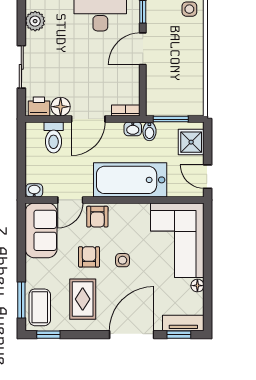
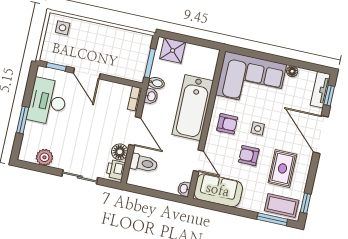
door: (208, 177) -> (204, 43), removed
armchair: (97, 217) -> (227, 124), moved
rug: (83, 299) -> (282, 168), turned 90

